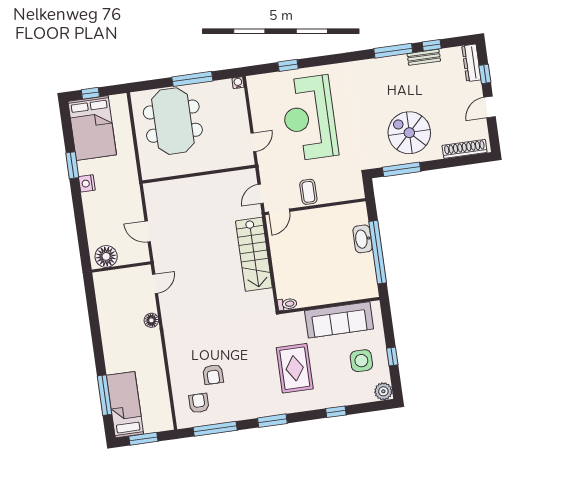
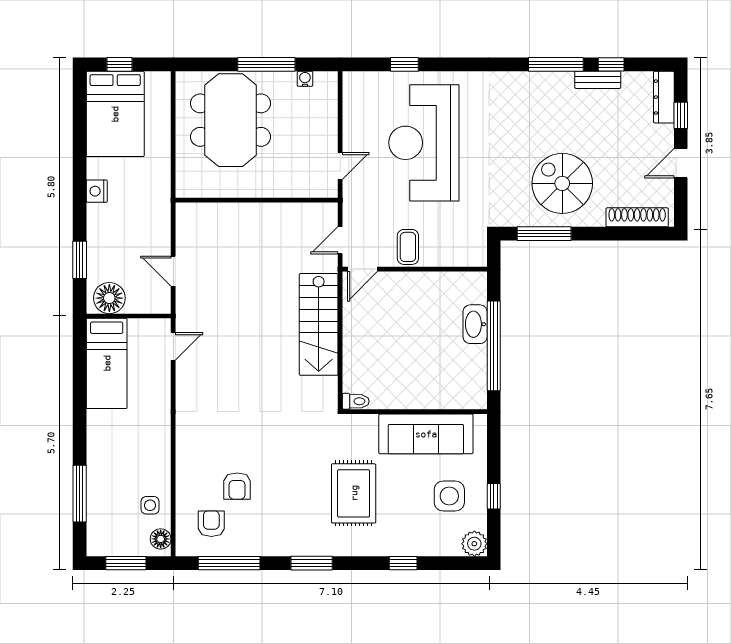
water cooler: (238, 83) -> (305, 79), moved
window: (72, 165) -> (80, 260), moved
floor lamp: (151, 320) -> (161, 539), moved
side table: (155, 396) -> (150, 505), added
bed: (125, 405) -> (107, 363), moved, turned 180

